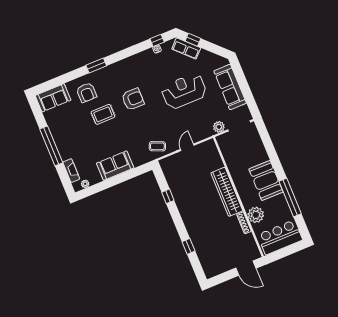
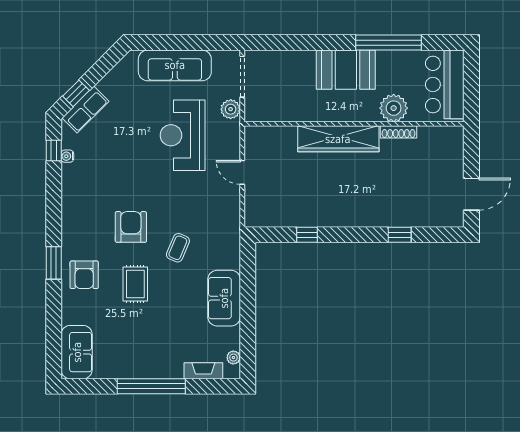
reception desk: (184, 91) -> (183, 135), moved
armchair: (86, 93) -> (84, 275), moved, turned 90
coffee table: (157, 146) -> (178, 248), moved
door: (246, 268) -> (471, 194), moved

